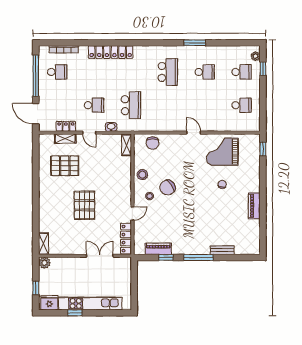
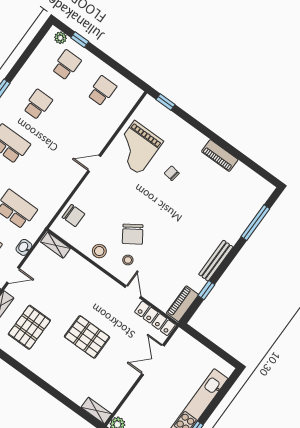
piano: (158, 249) -> (182, 304), moved
bench: (222, 250) -> (216, 261), moved, width x1.36
window: (198, 257) -> (255, 223), moved

